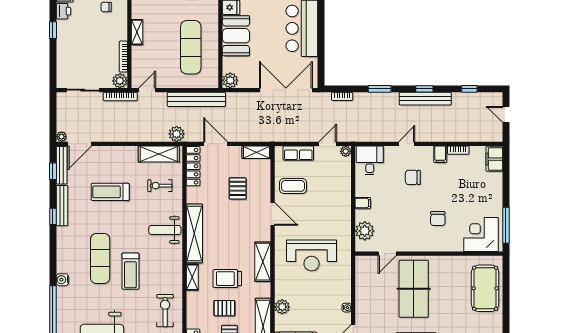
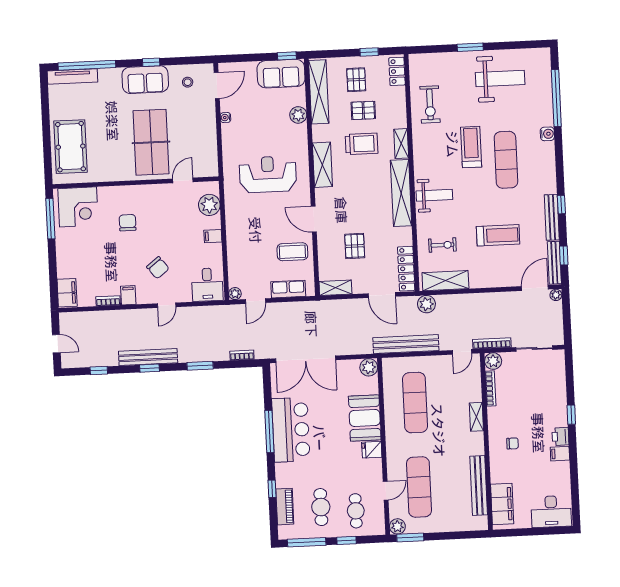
window: (321, 28) -> (269, 431), added
chair: (413, 177) -> (158, 268), turned 52

